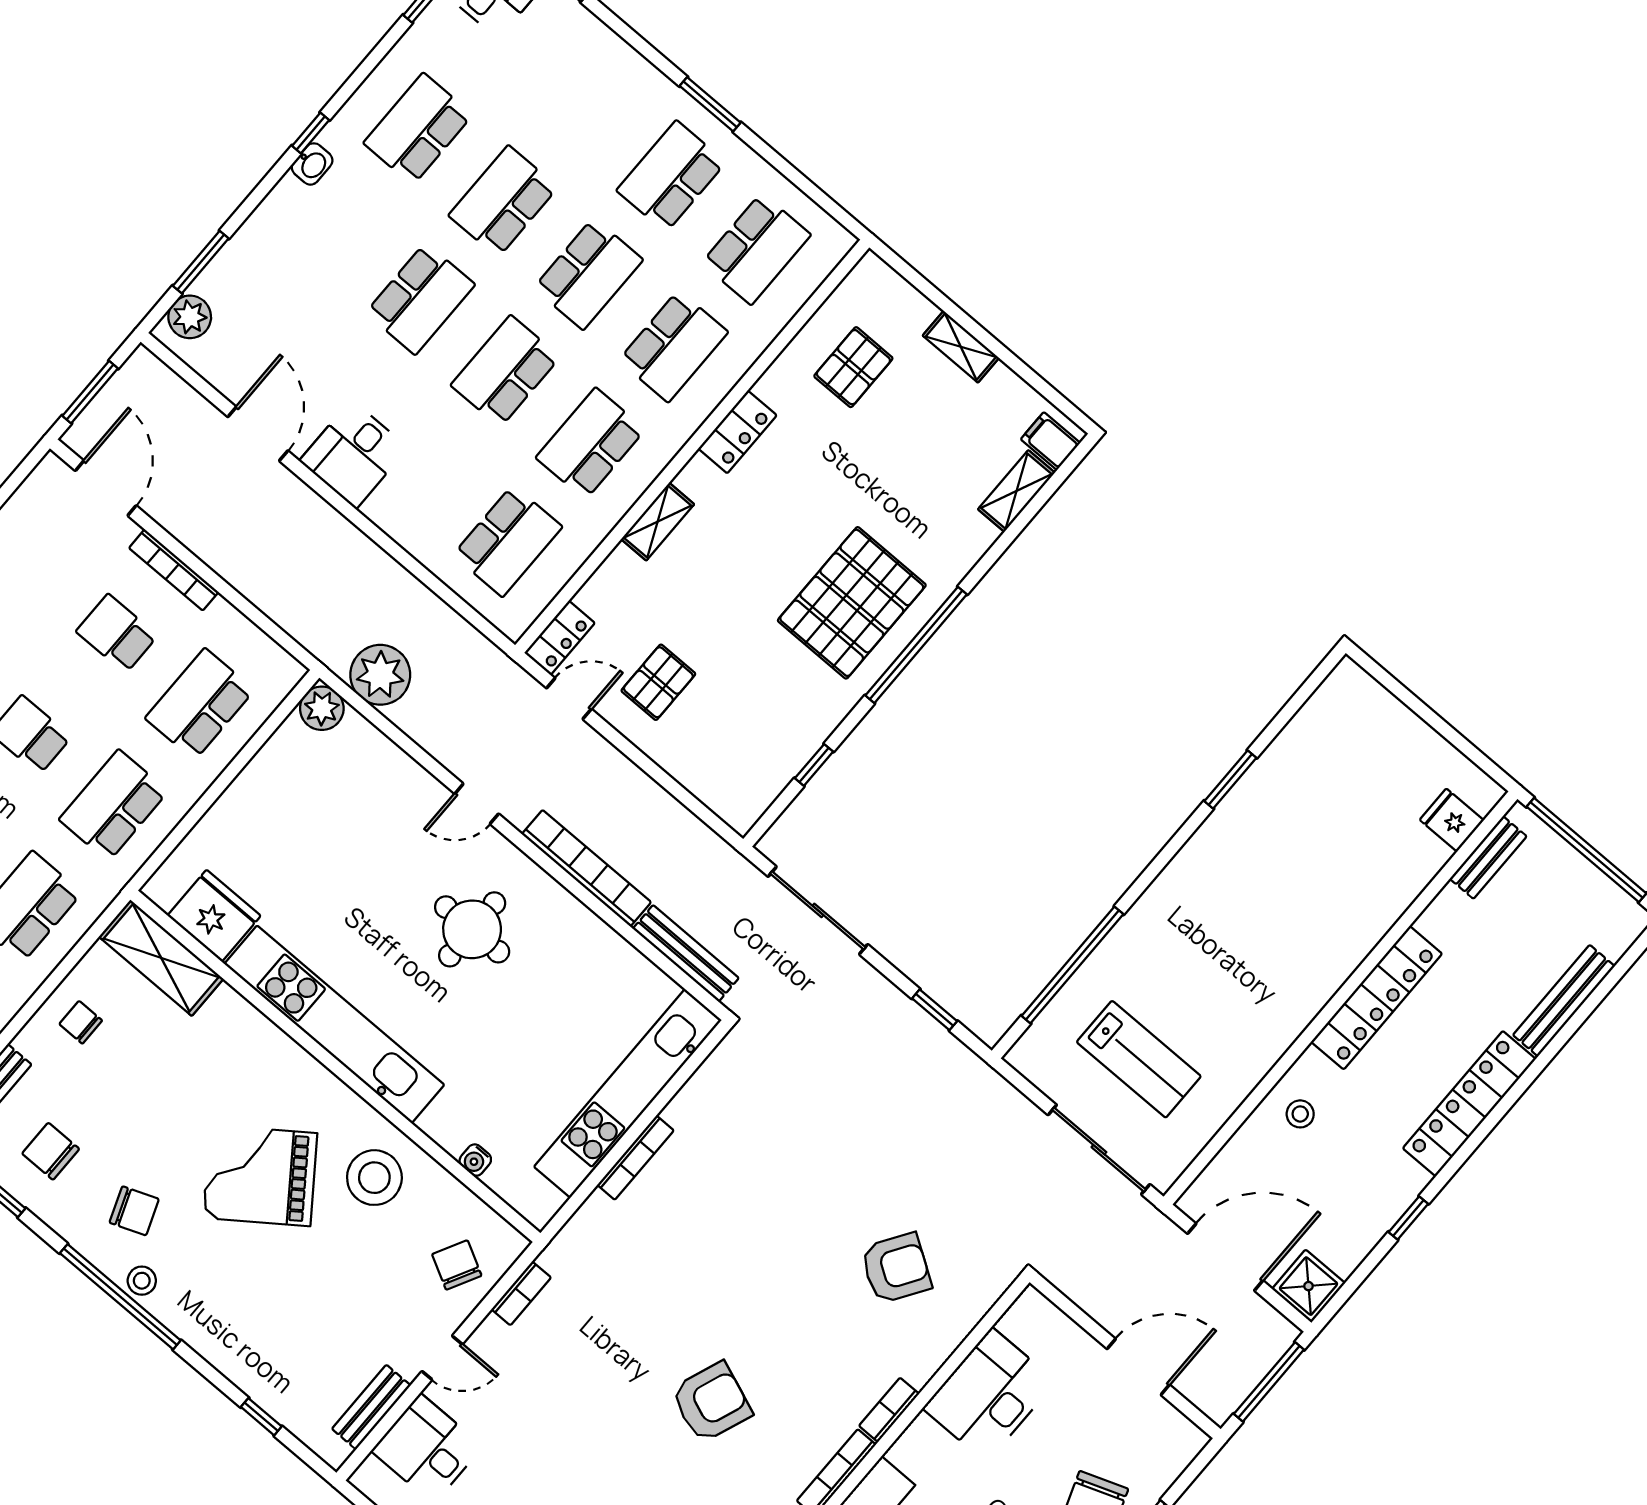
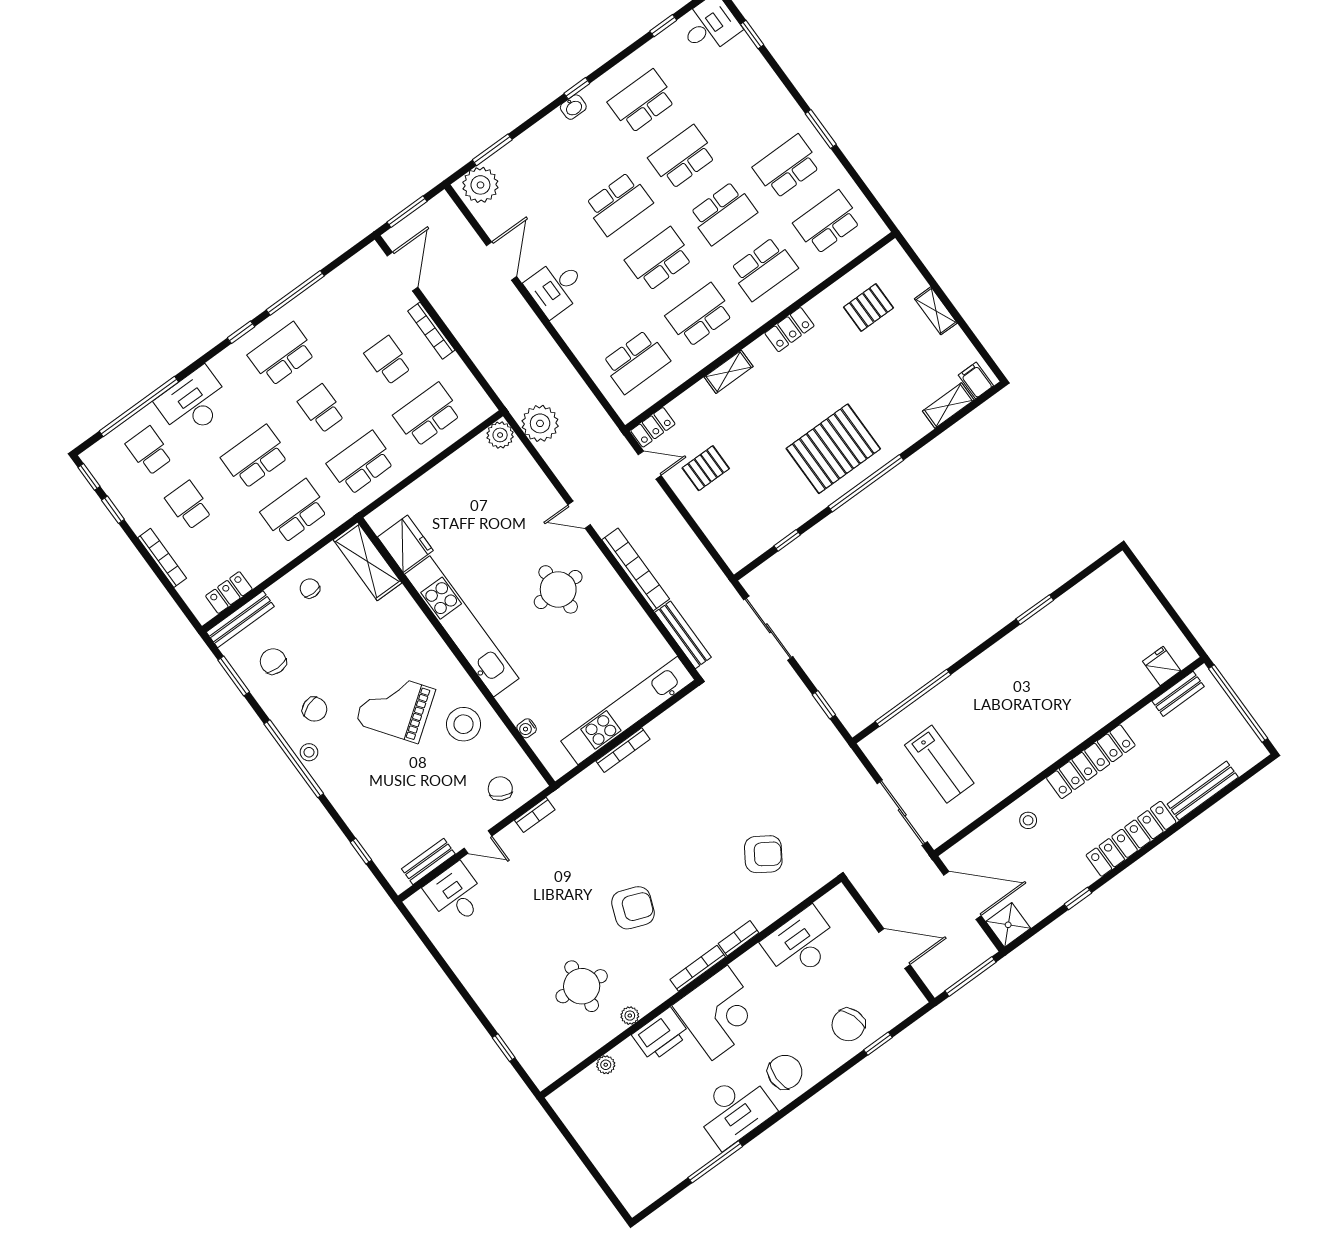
school desk: (756, 249) -> (827, 222), turned 180
plant: (190, 317) -> (480, 185), width x1.36, depth x1.36

